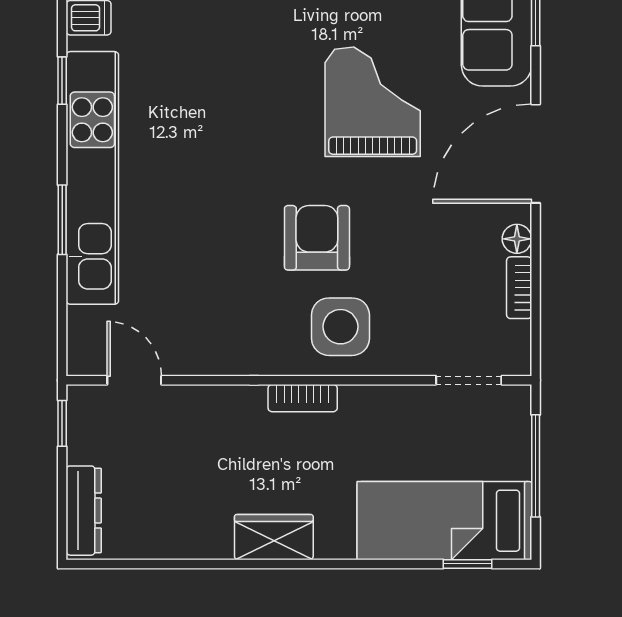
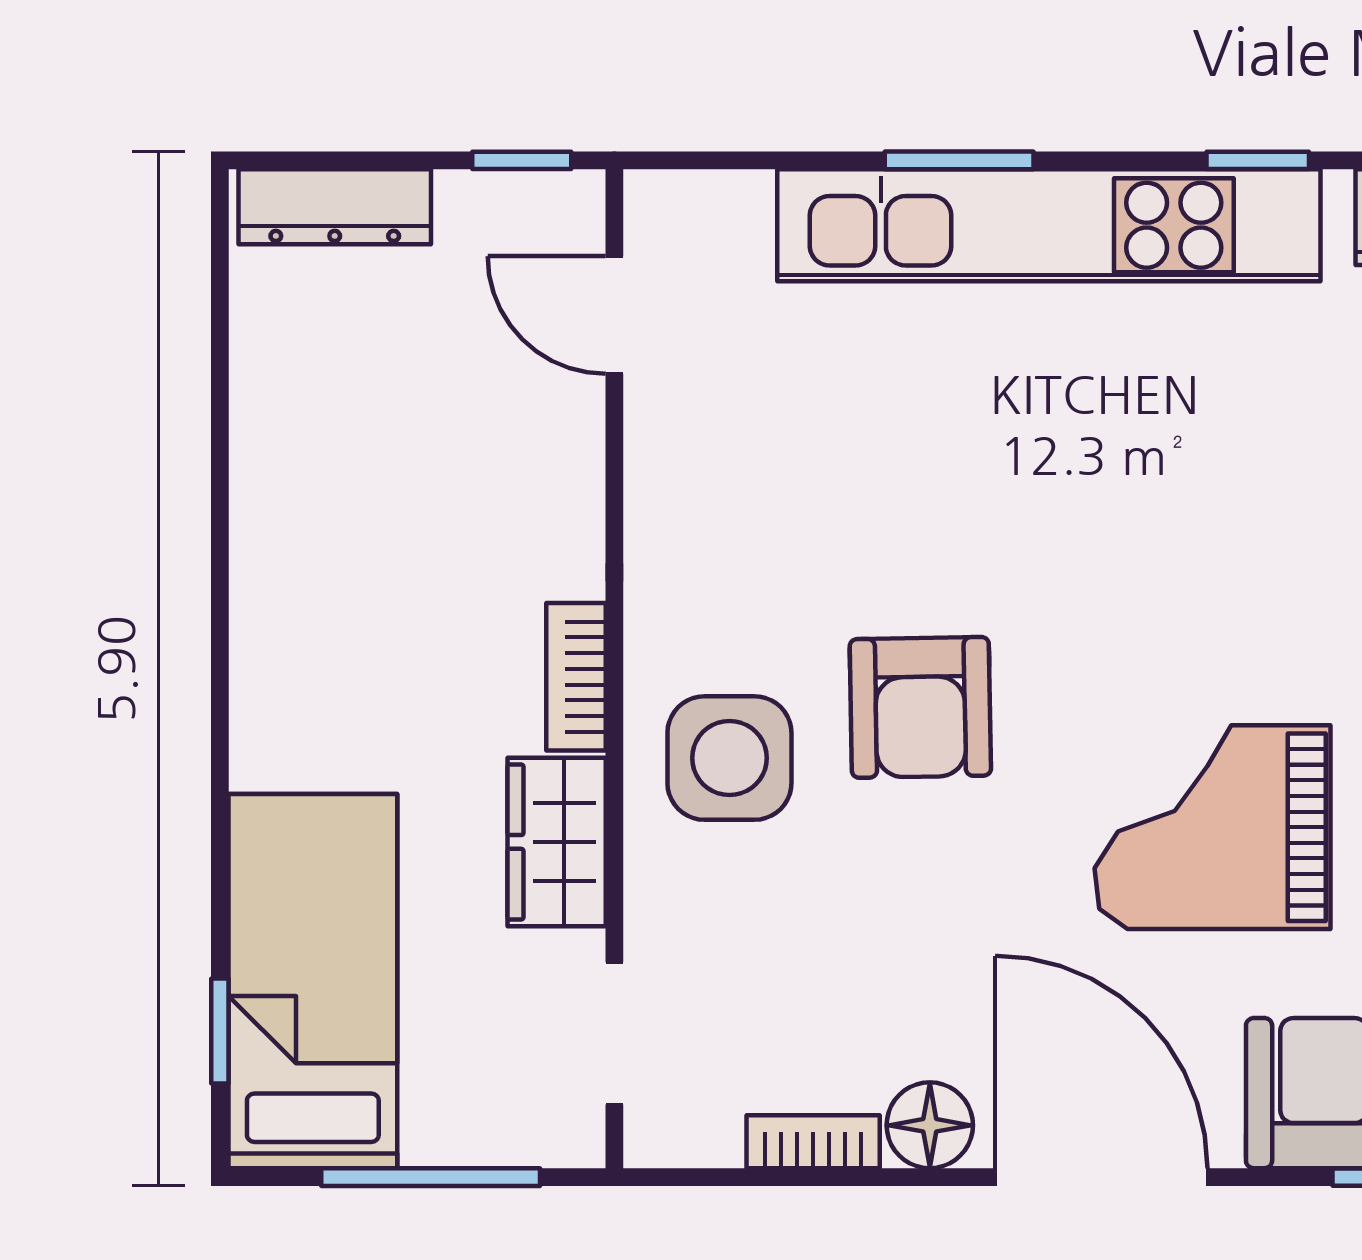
grand piano: (373, 102) -> (1212, 827), turned 180
armchair: (317, 238) -> (920, 707), turned 89
floor lamp: (517, 239) -> (930, 1125), width x1.37, depth x1.37
door: (134, 380) -> (614, 315), swing flipped
wardrobe: (274, 537) -> (557, 842), moved, turned 180

